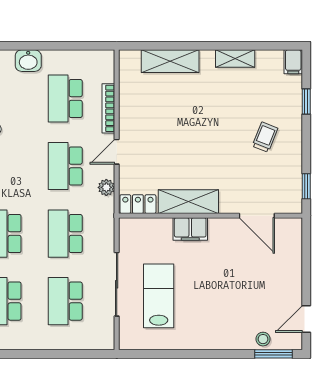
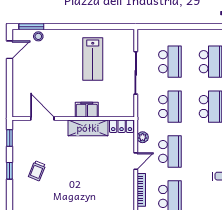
window: (306, 102) -> (10, 171), moved
lab bench: (159, 296) -> (93, 59), moved

